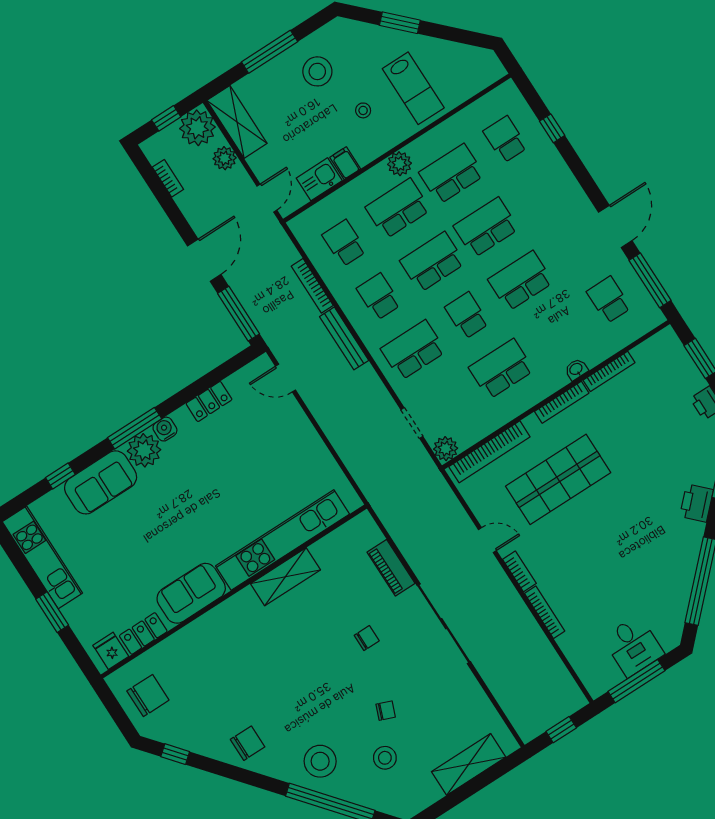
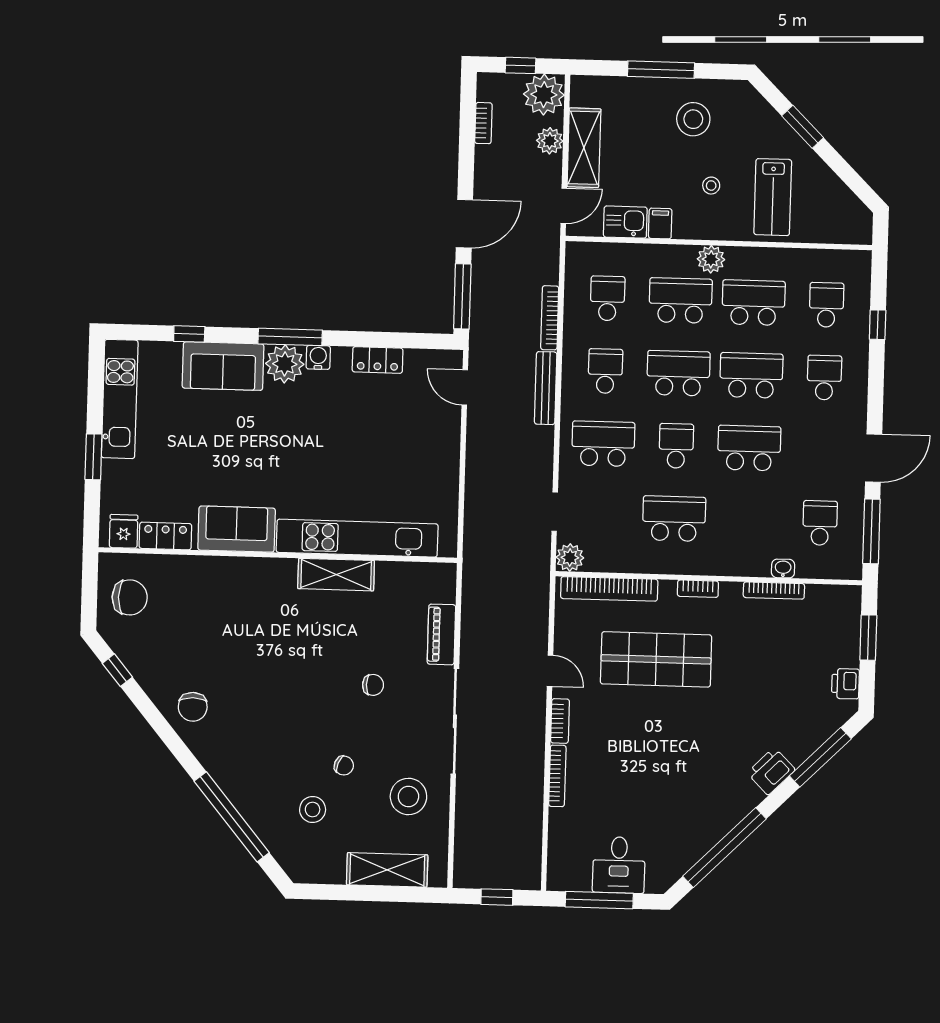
shelving: (237, 122) -> (584, 148), moved
school desk: (540, 193) -> (824, 378), added
washbasin: (576, 369) -> (783, 569), moved
bookcase: (562, 402) -> (698, 589), width x0.64
chair: (248, 743) -> (193, 707), turned 90
stool: (320, 761) -> (408, 796), moved

